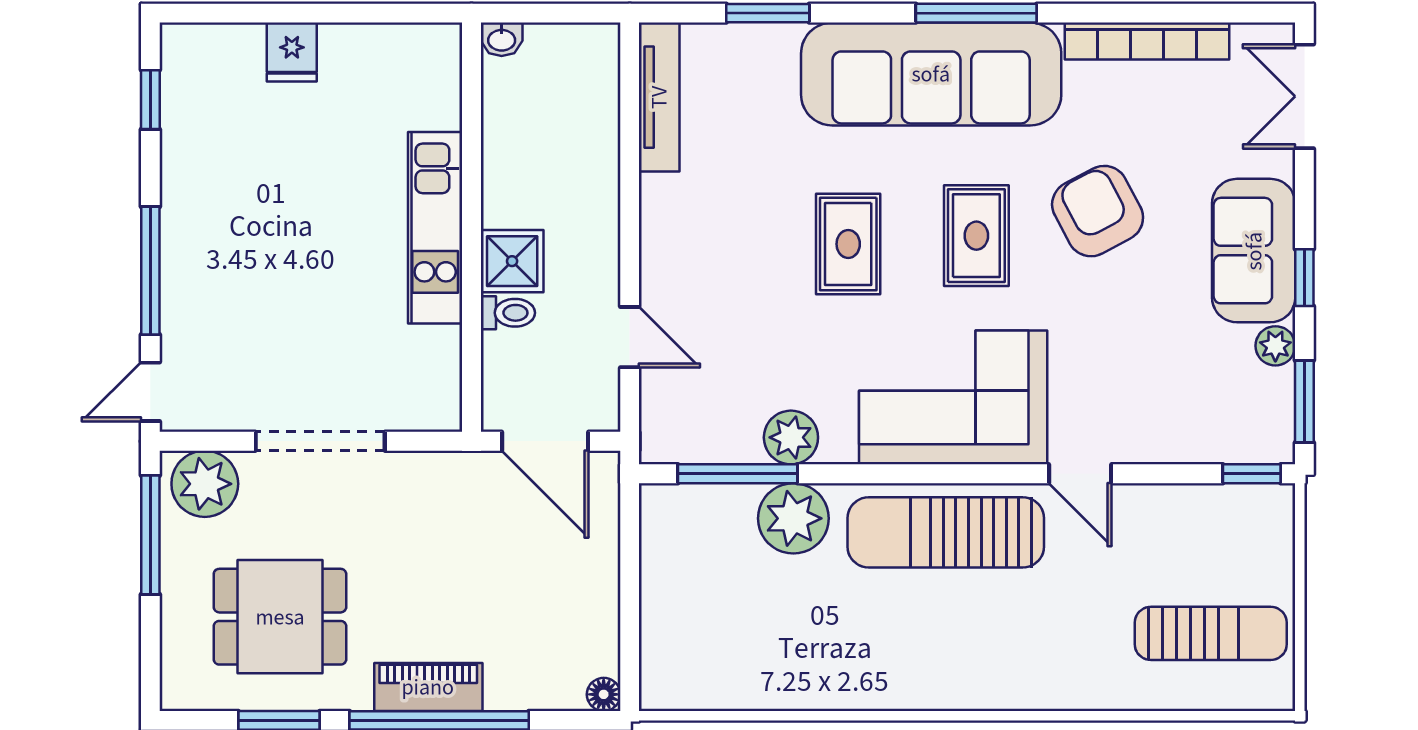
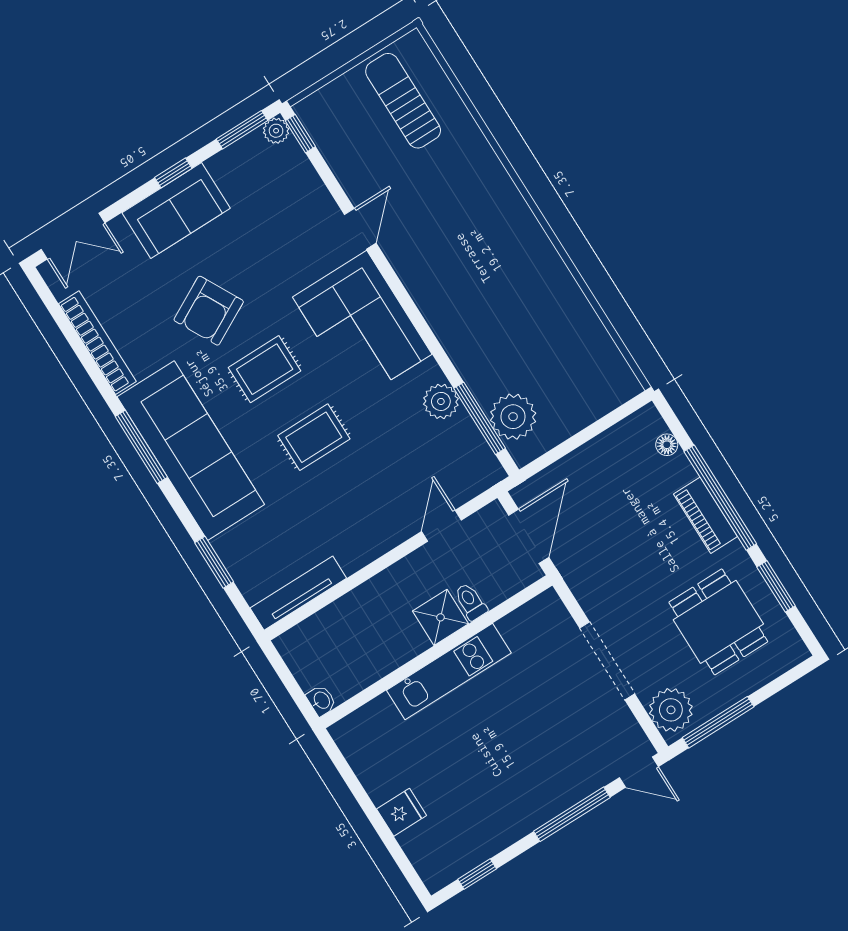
plant: (1275, 346) -> (276, 131), moved
plant: (793, 518) -> (513, 417), moved
sun lounger: (946, 532) -> (440, 283), removed
floor lamp: (604, 694) -> (667, 445), moved

